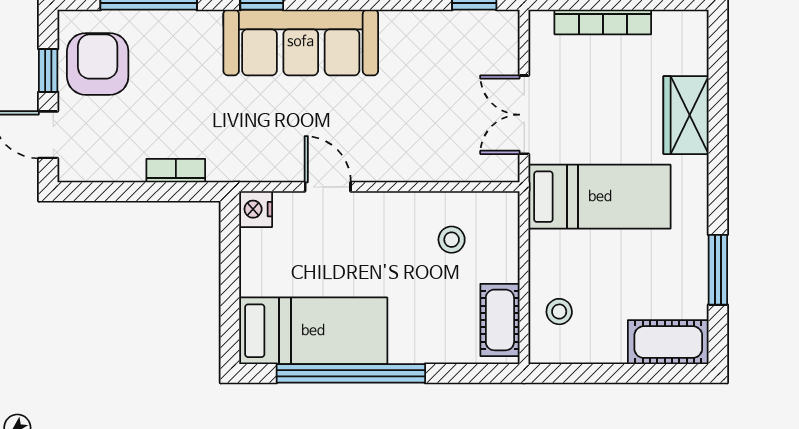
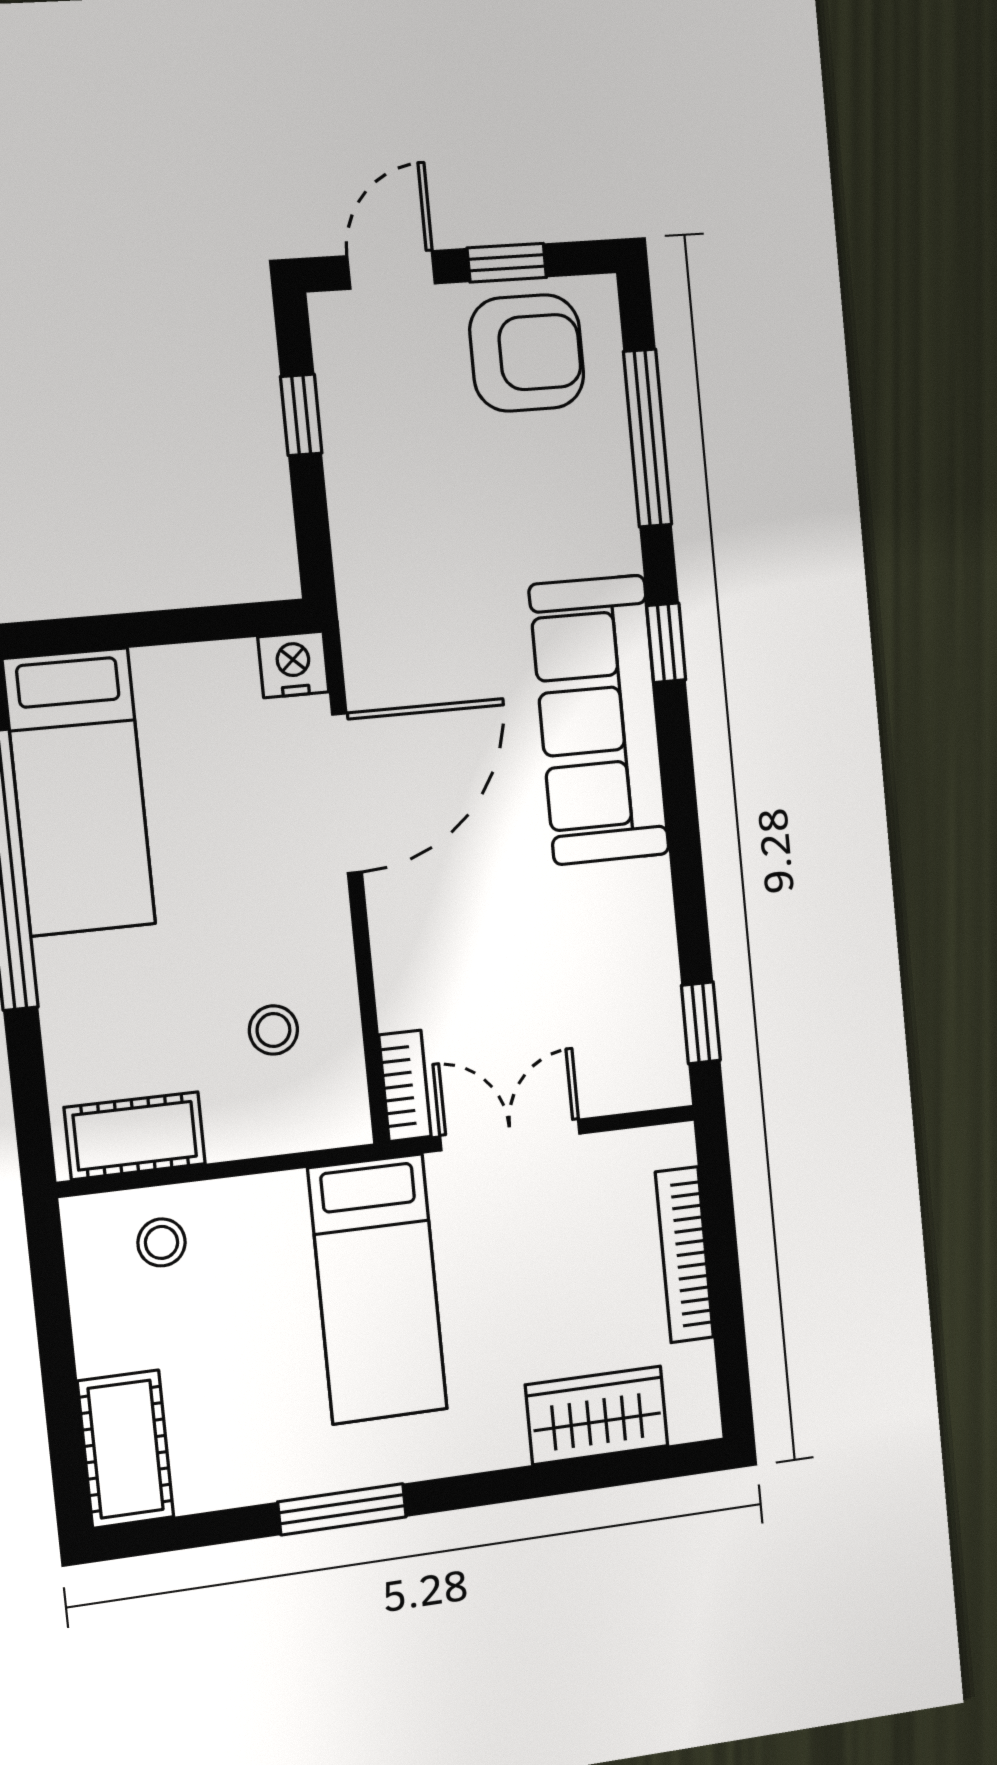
wardrobe: (686, 115) -> (597, 1415), moved
bookcase: (176, 171) -> (405, 1086), moved
door: (328, 187) -> (347, 793), width x1.87
window: (123, 192) -> (301, 415), added
window: (718, 270) -> (342, 1509), moved

